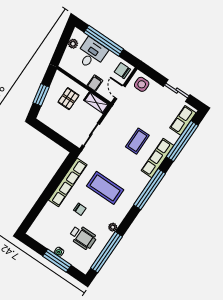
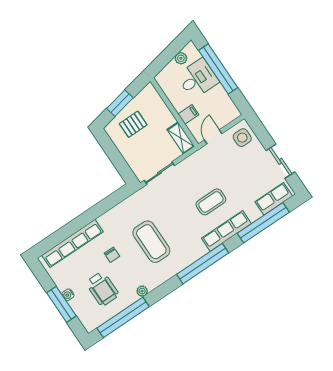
chair: (122, 71) -> (226, 113), removed
pallet: (68, 99) -> (133, 124), moved
row of seats: (68, 182) -> (72, 243), moved

